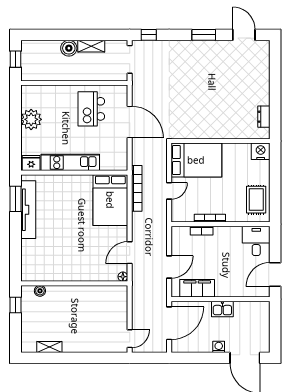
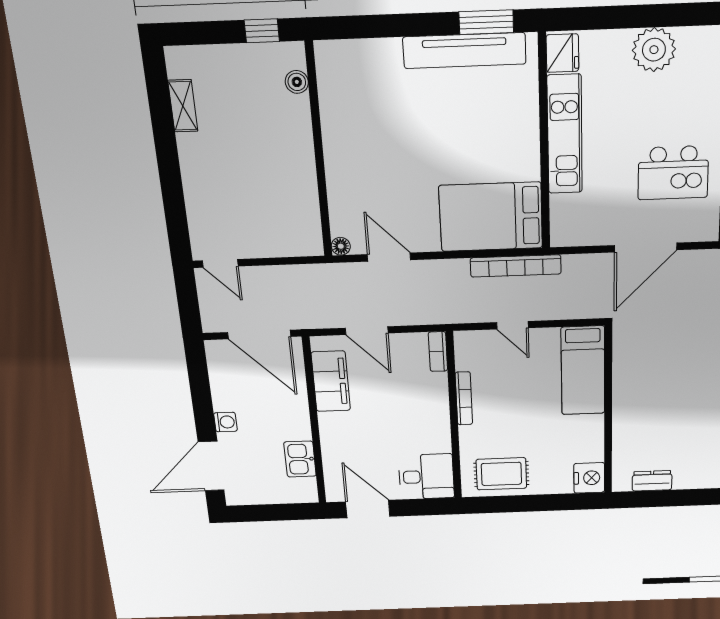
kitchen island: (91, 109) -> (673, 173), turned 180
bed: (196, 160) -> (583, 371), width x0.67
bookcase: (202, 231) -> (438, 352), moved
kitchen sink: (222, 309) -> (300, 459), moved

